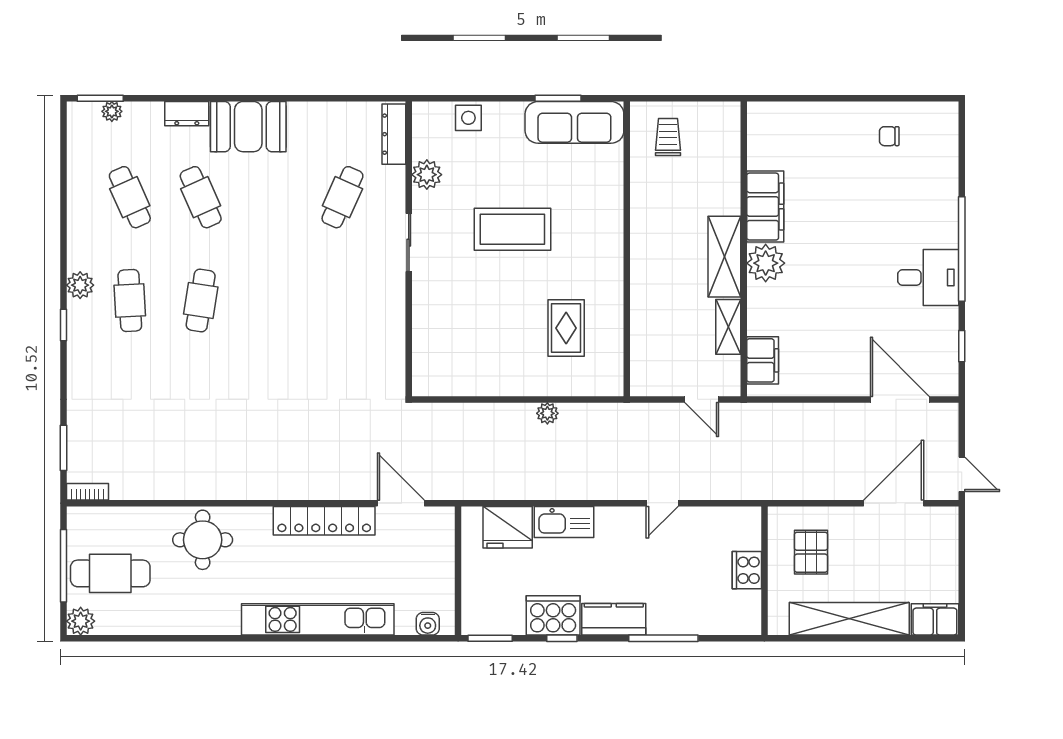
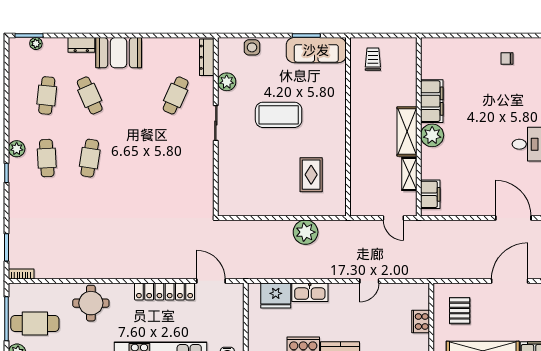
cafe table: (130, 197) -> (47, 95), turned 30
plant: (547, 413) -> (306, 232), width x1.88, depth x1.88

